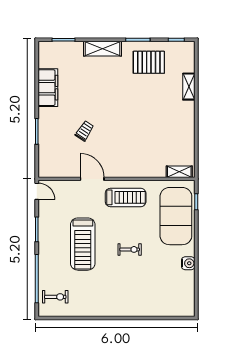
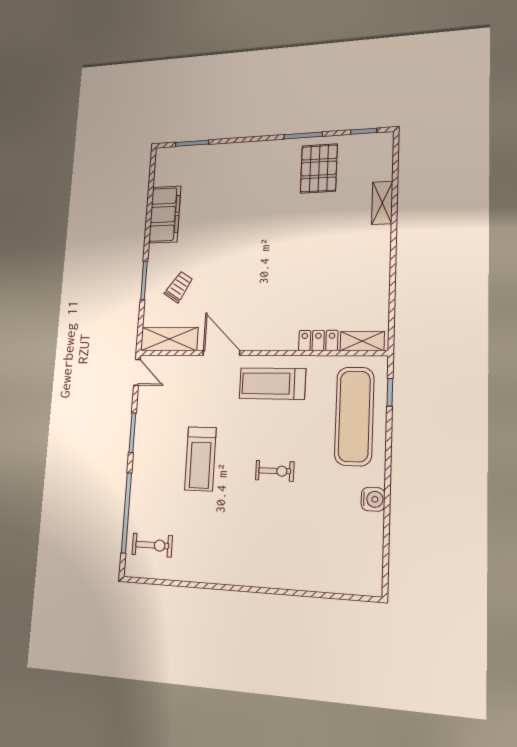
shelving: (102, 49) -> (169, 339), moved
pallet: (149, 62) -> (319, 168), turned 90
trolley: (85, 131) -> (179, 287), moved
locker: (153, 171) -> (318, 341), added
treadmill: (126, 197) -> (272, 384), turned 180
exercise mat: (176, 216) -> (354, 416), width x0.68
treadmill: (83, 244) -> (200, 459), width x0.73, depth x0.73

